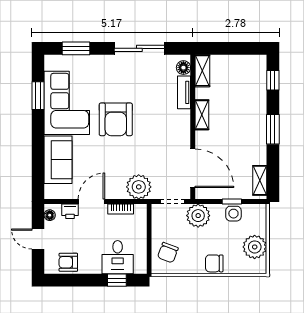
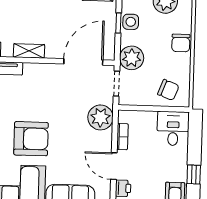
desk: (118, 257) -> (173, 129), moved, turned -90
window: (117, 280) -> (194, 175), moved

